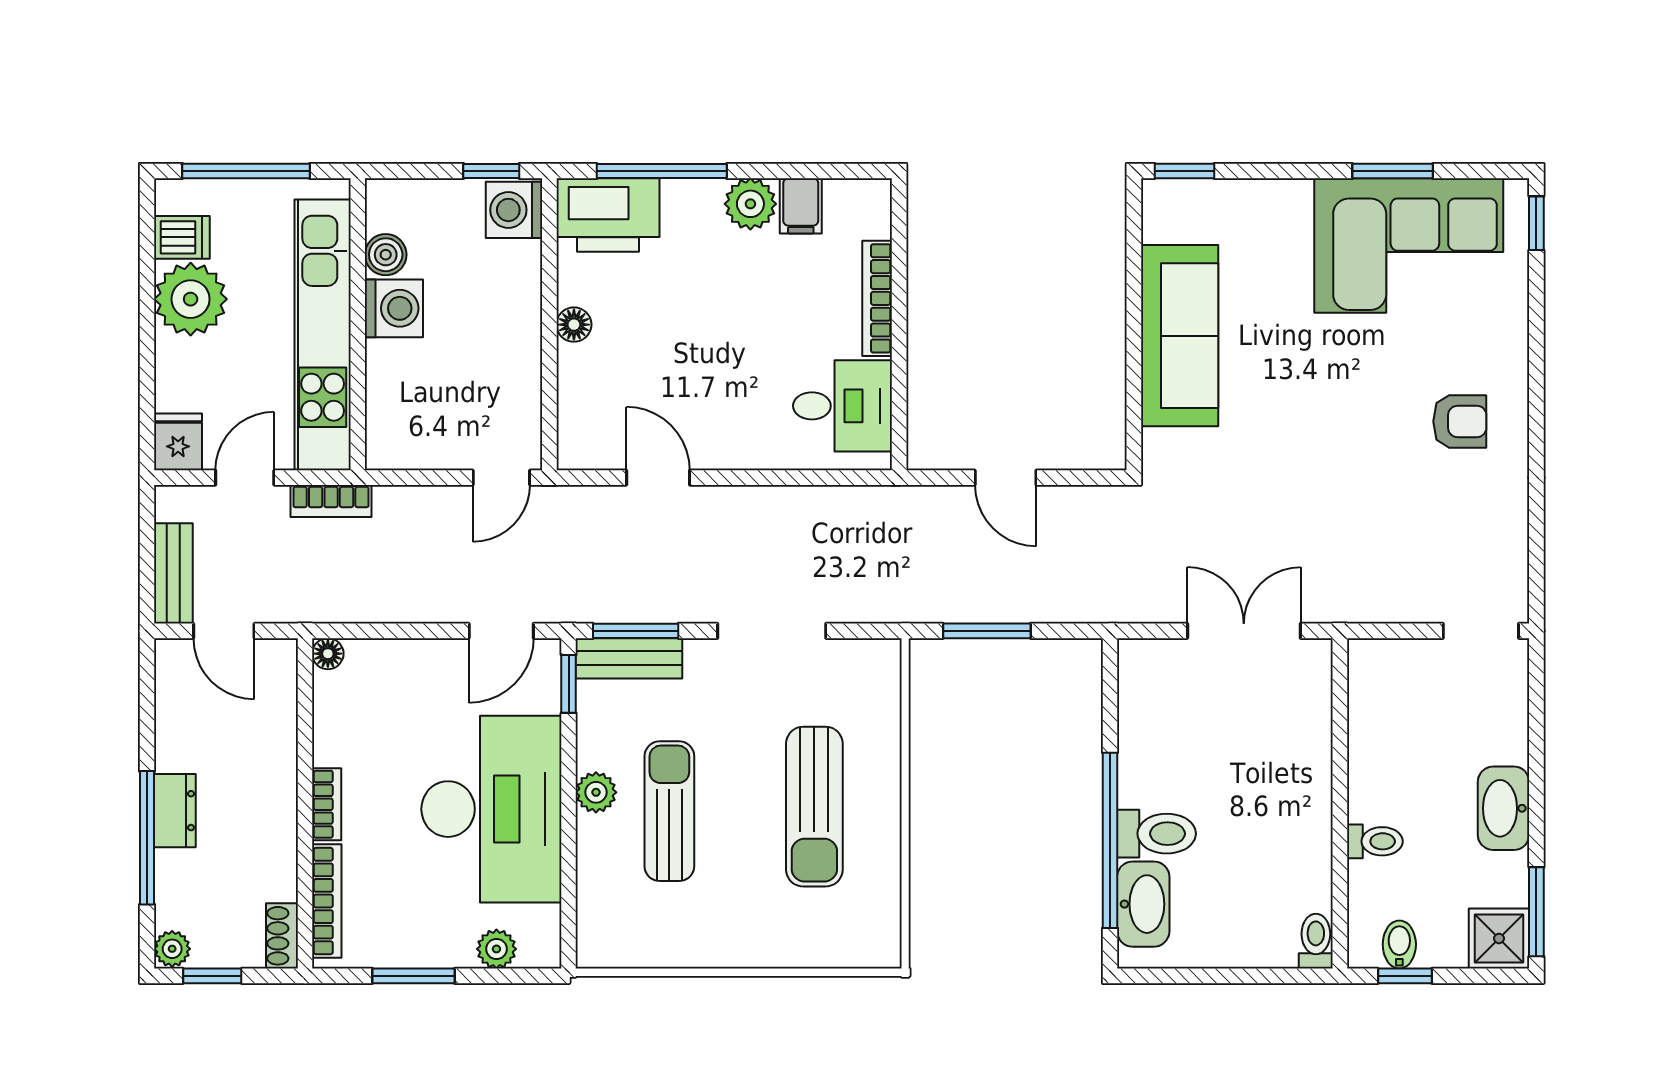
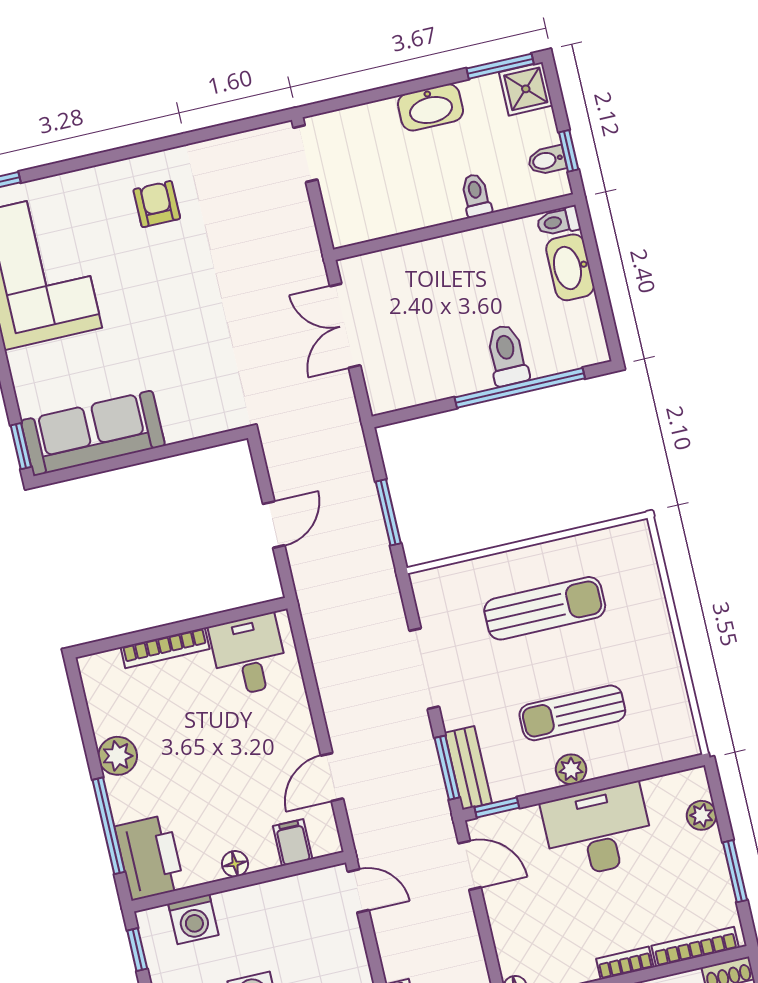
filing cabinet: (801, 206) -> (293, 843), moved, turned -90
washing machine: (514, 210) -> (193, 919), moved
sofa: (1180, 336) -> (93, 433), moved
desk: (491, 809) -> (598, 831), width x0.73, depth x0.77
washbasin: (1143, 904) -> (570, 267), moved, turned -90

